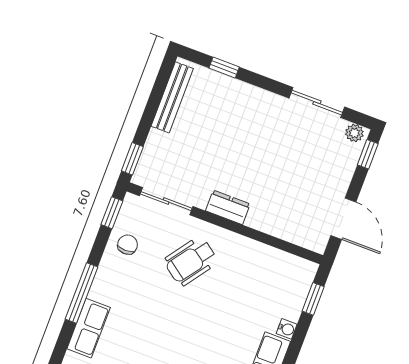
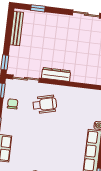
dresser: (228, 207) -> (56, 74), width x1.44
wheelchair: (191, 261) -> (45, 104), turned -140

